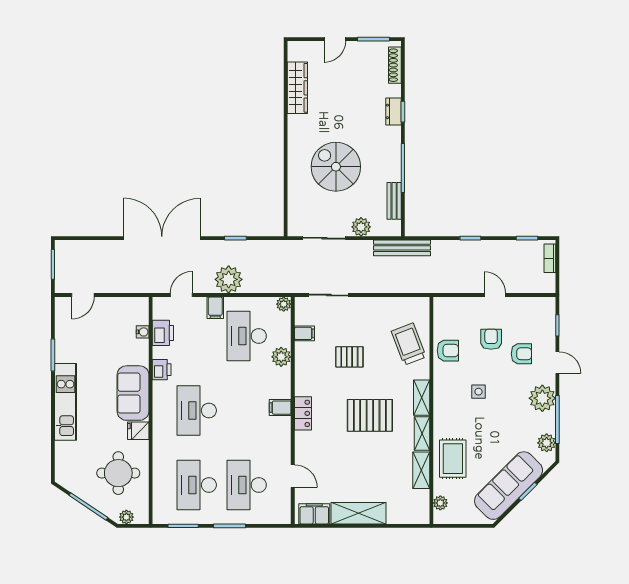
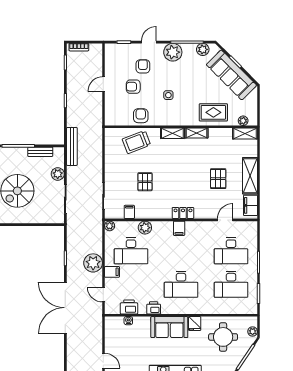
pallet: (370, 415) -> (218, 179), moved, width x0.67, depth x0.71
shelving: (421, 470) -> (245, 134), moved

